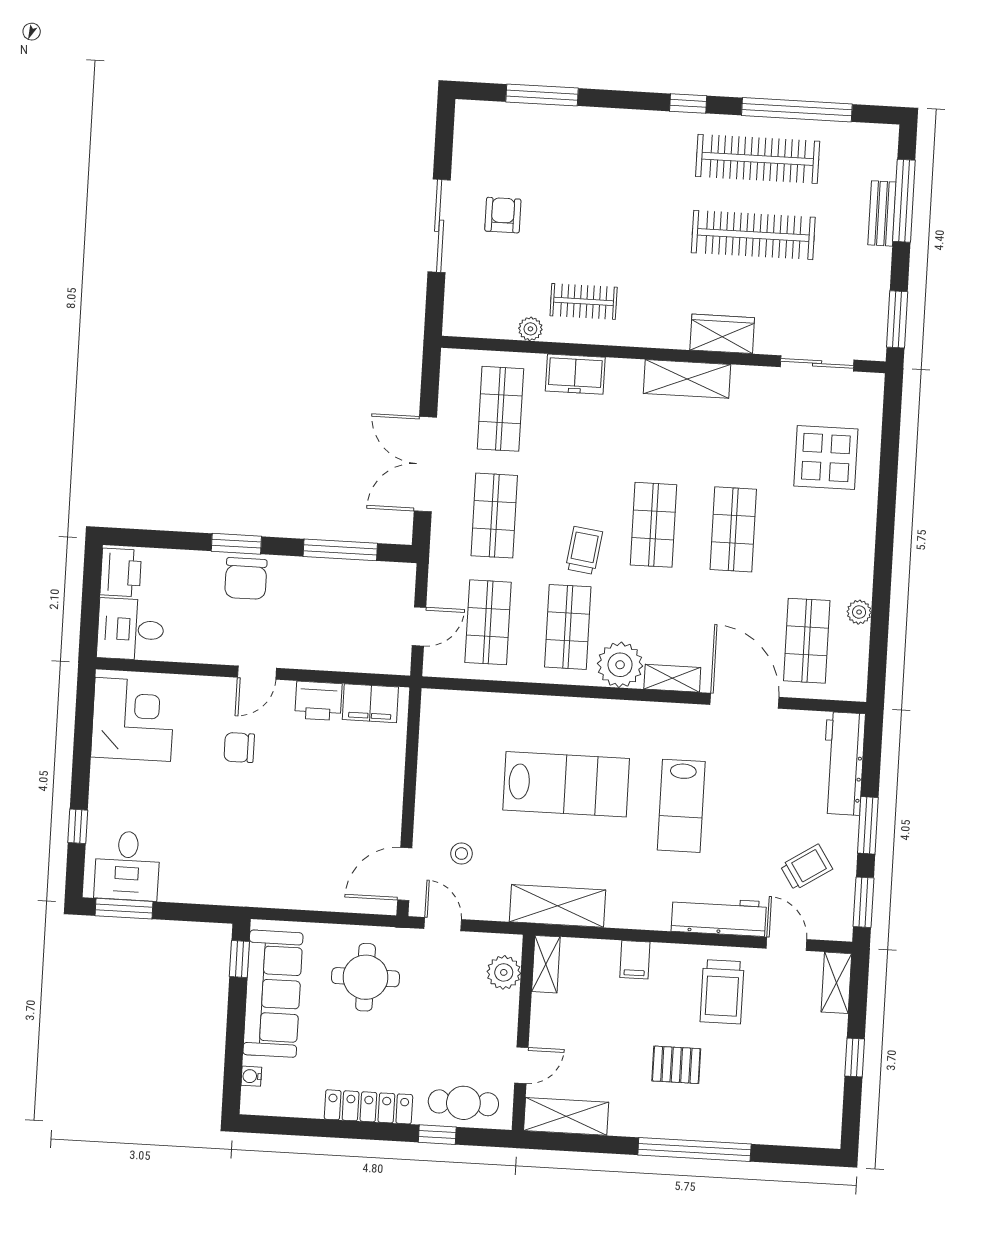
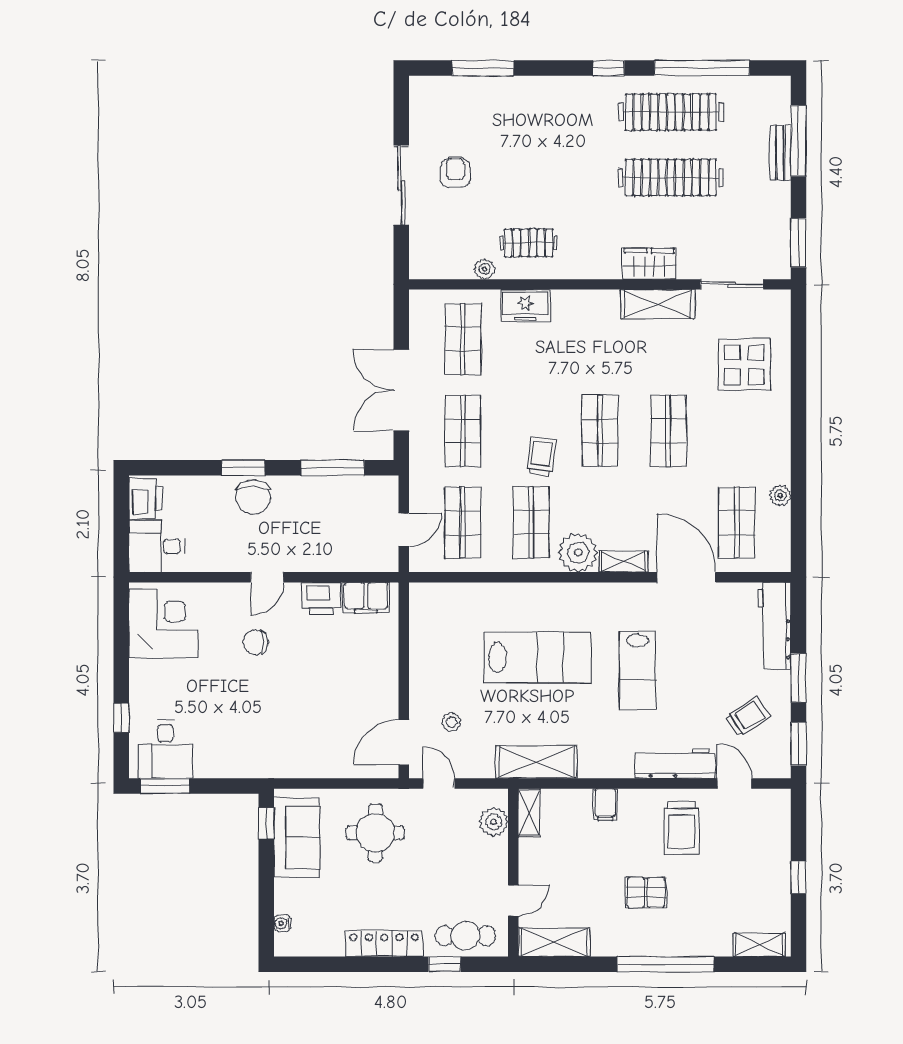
shelving: (687, 379) -> (658, 304), moved
shelving: (836, 983) -> (759, 945), moved, turned 90
sofa: (273, 994) -> (297, 837), width x0.73

